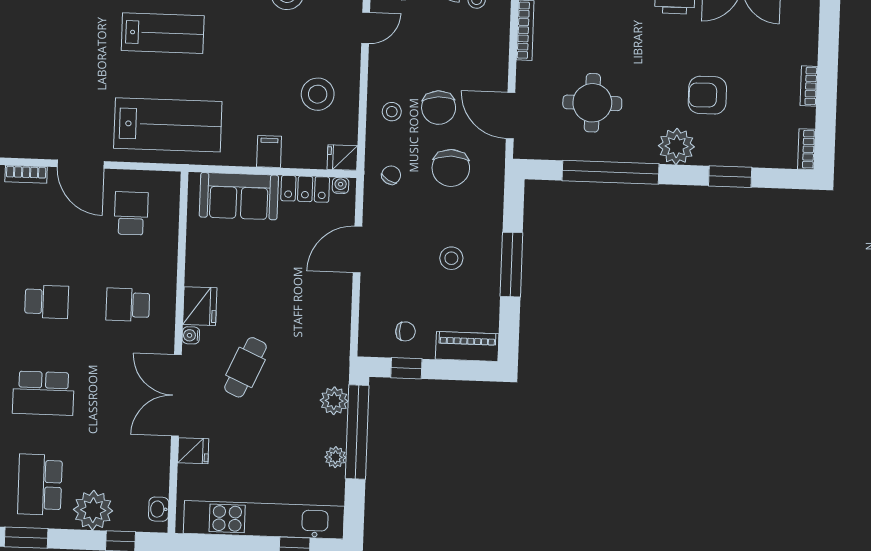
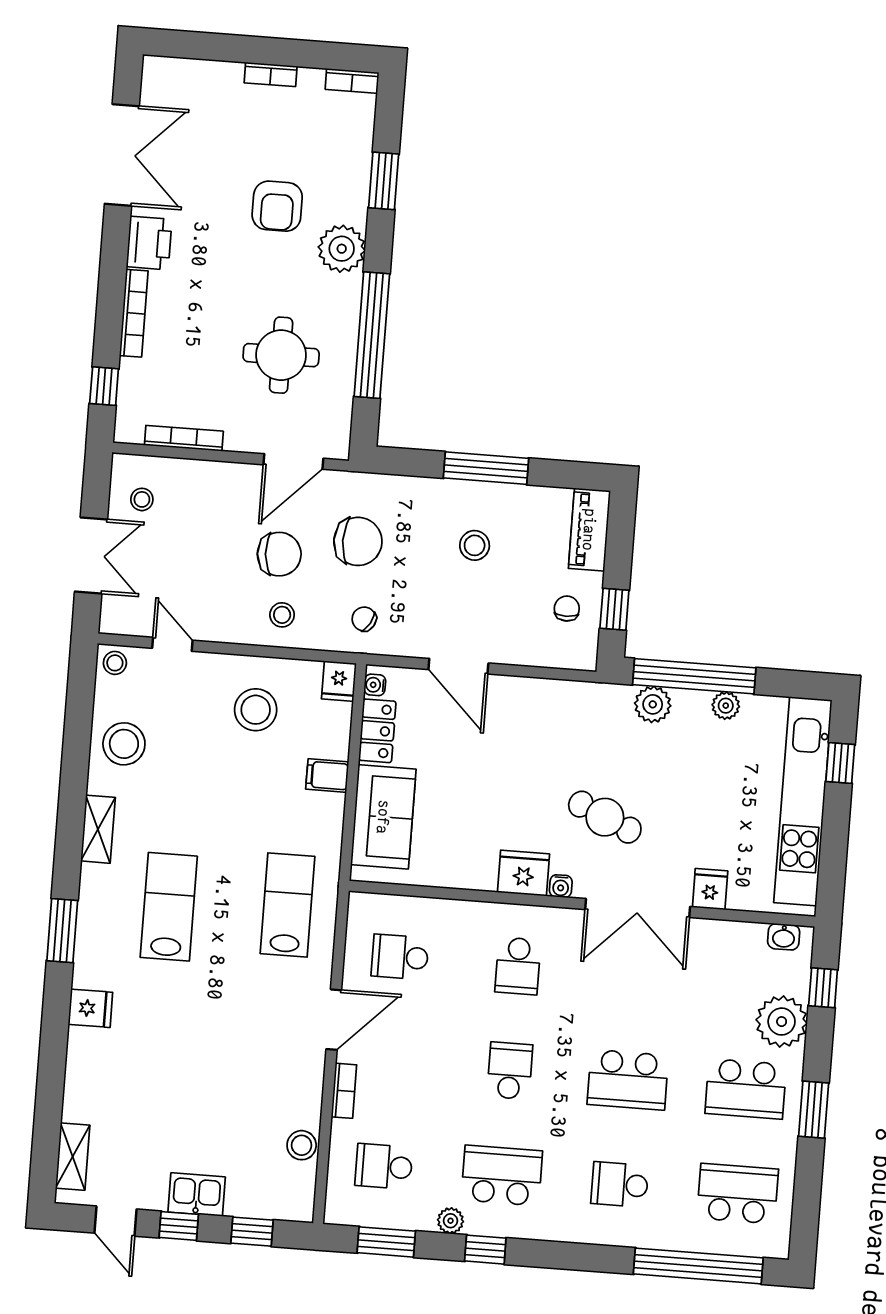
lab bench: (168, 125) -> (288, 905), width x0.73, depth x0.72
school desk: (43, 393) -> (628, 1080), turned 90

